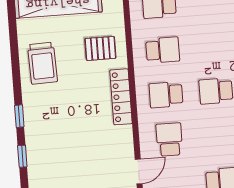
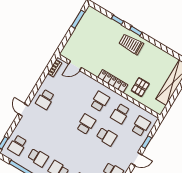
trolley: (42, 63) -> (131, 44), moved
school desk: (169, 140) -> (107, 137), moved
door: (139, 171) -> (75, 66), hinge flipped

